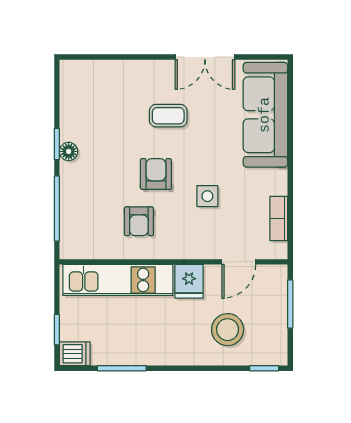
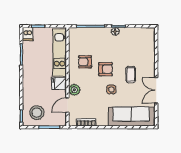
side table: (207, 196) -> (111, 89), moved
plant: (204, 246) -> (74, 90), added
door: (239, 262) -> (67, 105), hinge flipped
stool: (228, 330) -> (37, 113), moved

